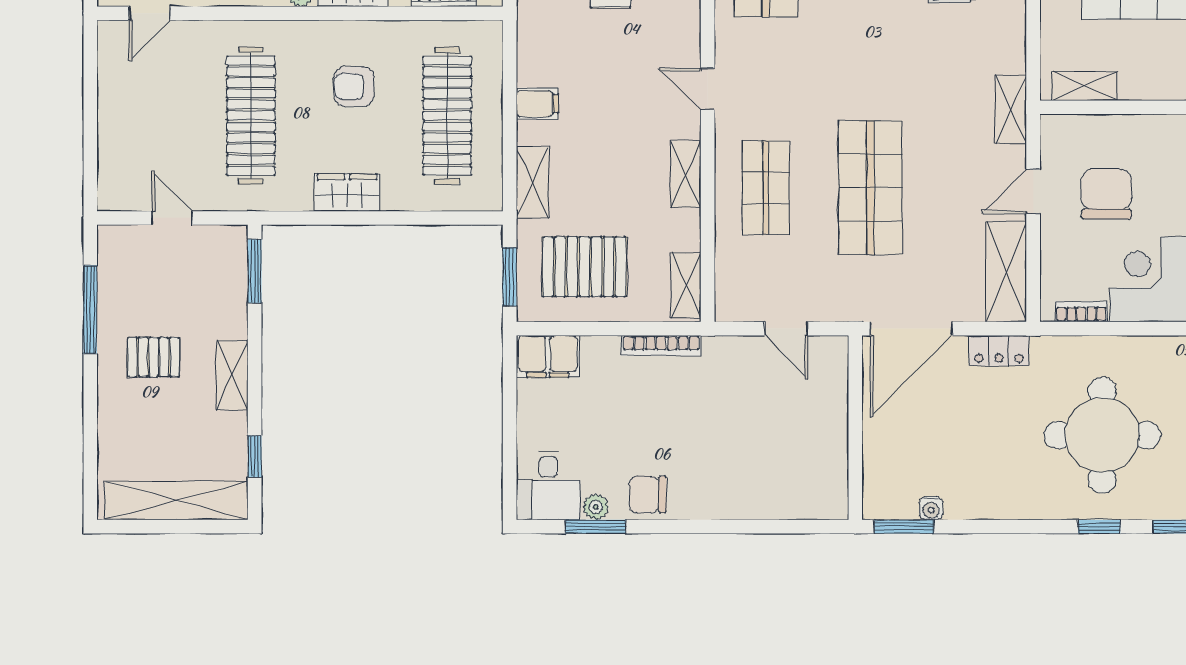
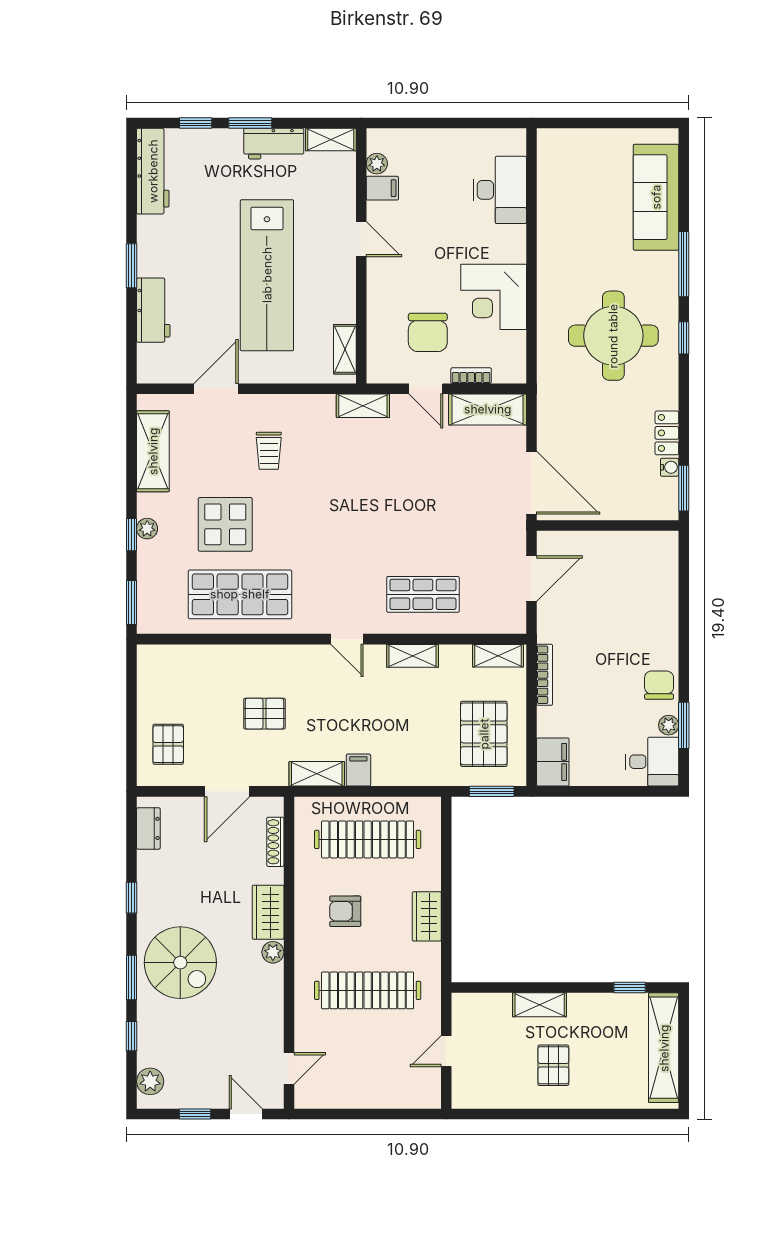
door: (149, 13) -> (289, 1068), hinge flipped
armchair: (354, 87) -> (345, 911), turned 90
door: (708, 89) -> (347, 639), hinge flipped
shelving: (532, 182) -> (317, 774), moved
shop shelf: (870, 188) -> (423, 514), removed
chair: (1106, 194) -> (428, 332), turned -90
window: (255, 271) -> (487, 987), removed
window: (90, 310) -> (517, 1114), removed
bookcase: (1081, 312) -> (471, 376), moved, turned 90
door: (786, 329) -> (531, 579), width x1.38
locker: (999, 351) -> (667, 433), moved, turned 180
shelving: (232, 375) -> (540, 1005), moved
chair: (648, 495) -> (659, 685), turned 180

